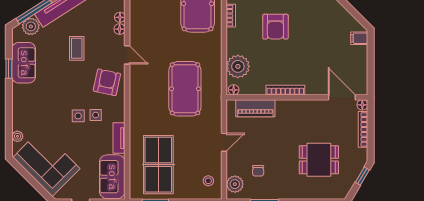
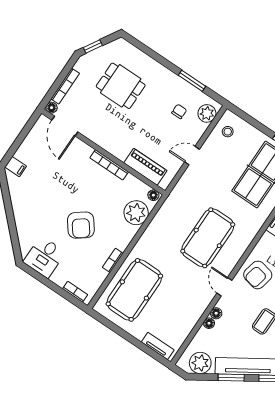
armchair: (275, 27) -> (81, 225), turned 143
pool table: (185, 89) -> (208, 238), moved

